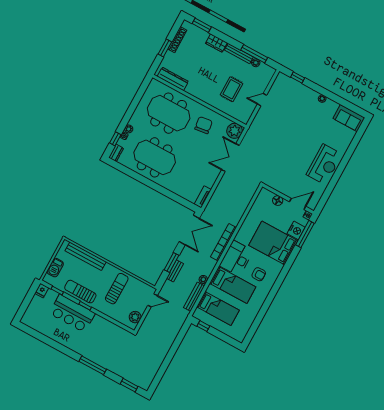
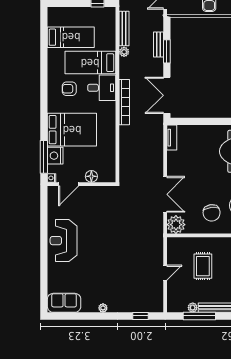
desk: (236, 258) -> (102, 88), width x0.73
bed: (218, 309) -> (71, 37), moved, turned 180

